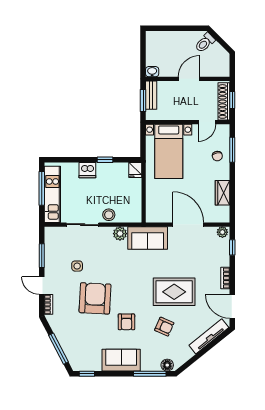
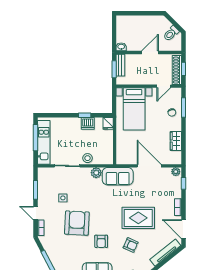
toilet: (205, 43) -> (171, 33), moved
dishwasher: (87, 170) -> (88, 123), moved

